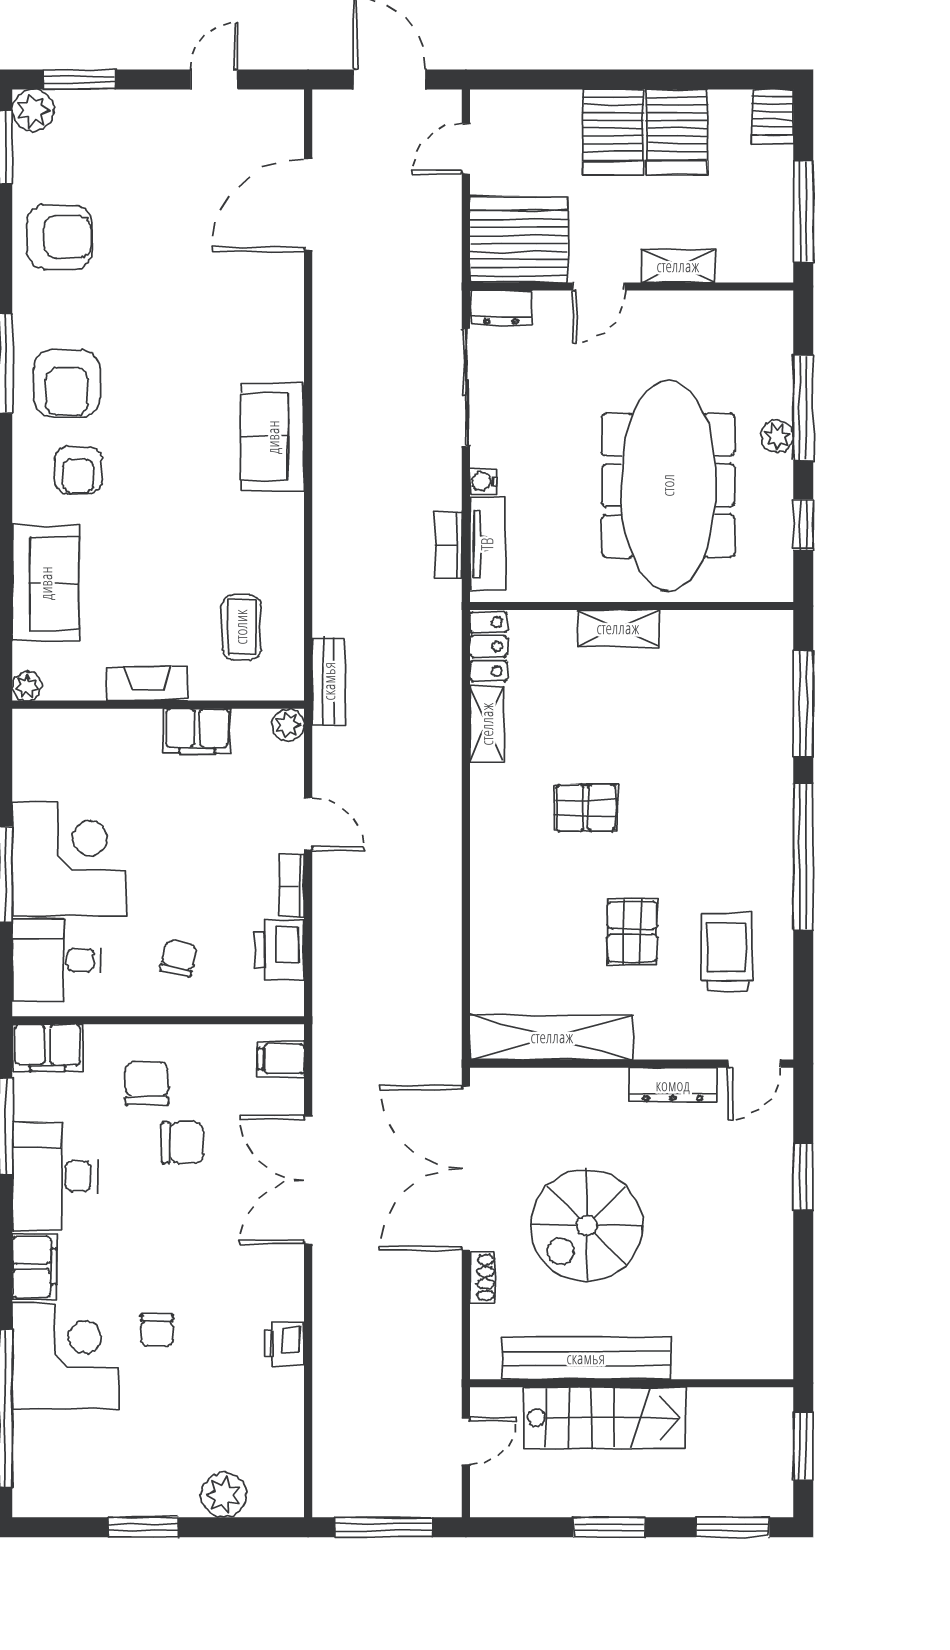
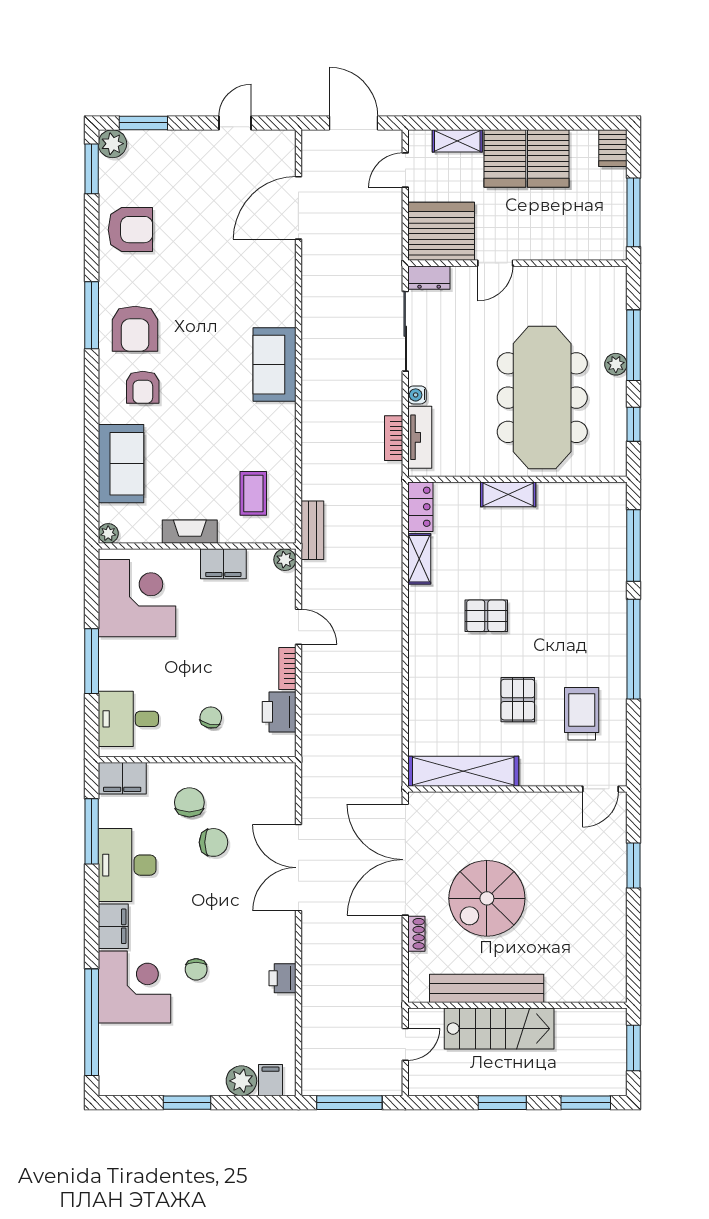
shelving: (678, 266) -> (457, 141), moved
corner desk: (69, 859) -> (137, 598), moved
filing cabinet: (281, 1059) -> (271, 1080), moved, turned 90
dresser: (673, 1085) -> (545, 803), removed

